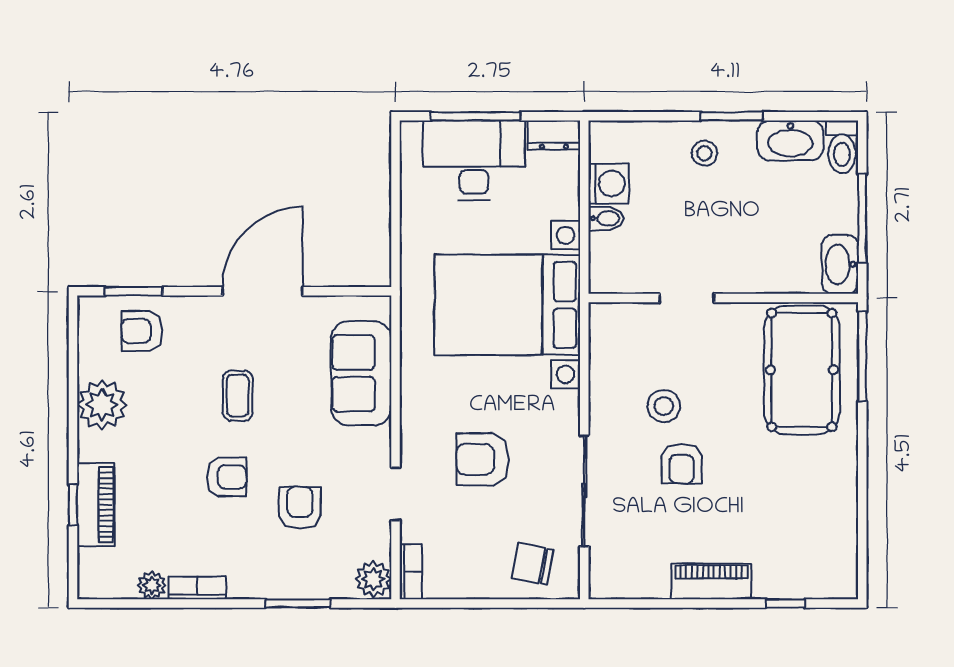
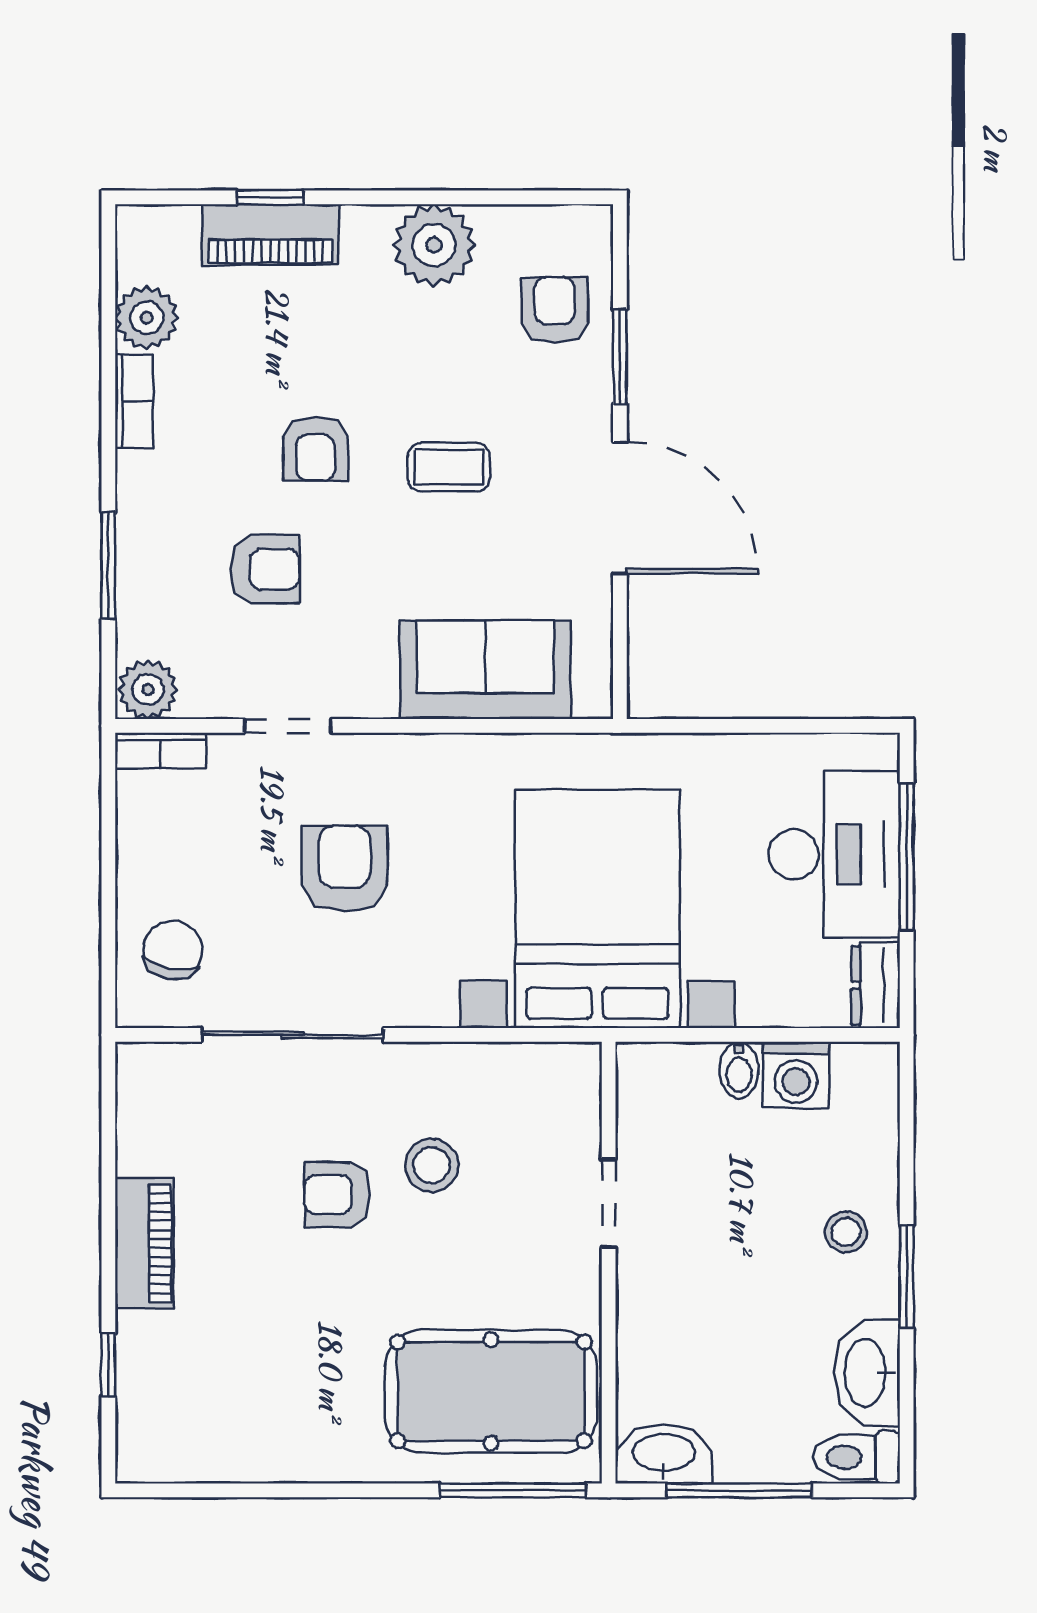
window: (133, 291) -> (620, 357), moved
plant: (152, 585) -> (147, 318), width x1.38, depth x1.38

